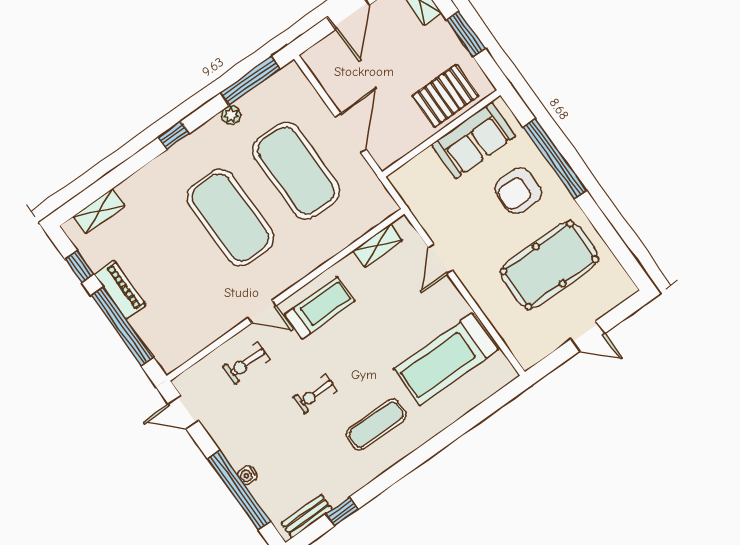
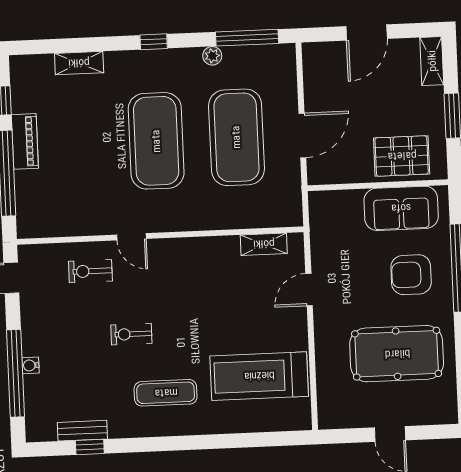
shelving: (99, 211) -> (79, 63), moved
treadmill: (320, 308) -> (182, 265), removed
bench: (307, 516) -> (82, 431), moved

